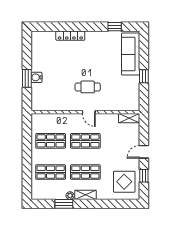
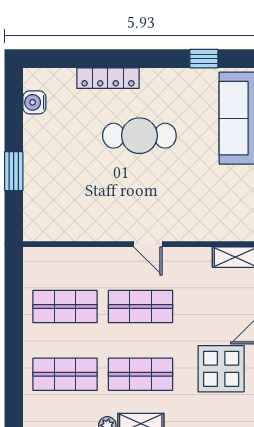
water cooler: (36, 77) -> (34, 102), moved
cafe table: (88, 87) -> (139, 136), moved, width x1.37, depth x1.35
display table: (124, 182) -> (221, 369), moved

